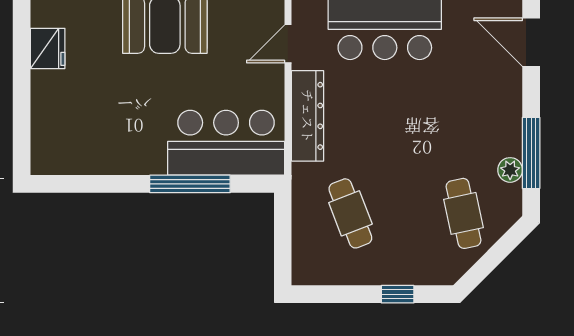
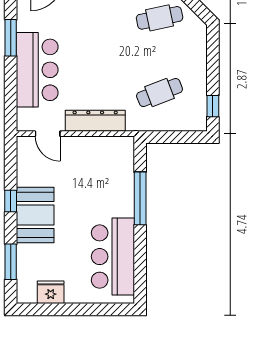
bar counter: (226, 143) -> (113, 257), moved
window: (398, 294) -> (213, 106), moved

